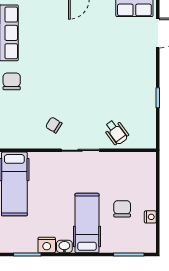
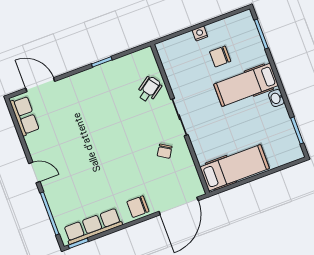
nightstand: (150, 217) -> (200, 33), moved
nightstand: (47, 245) -> (281, 115), removed

